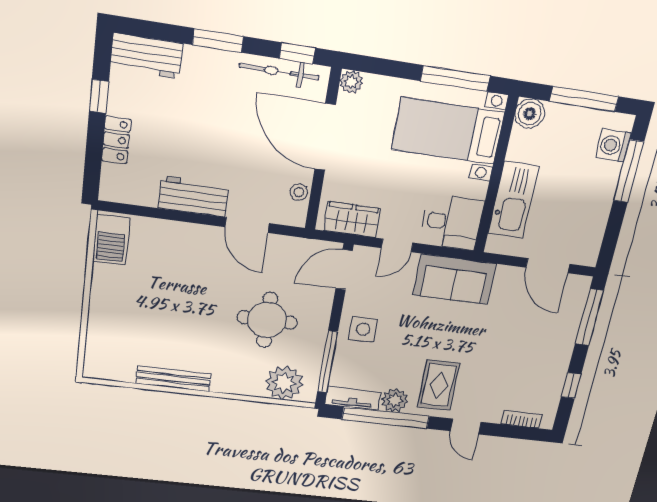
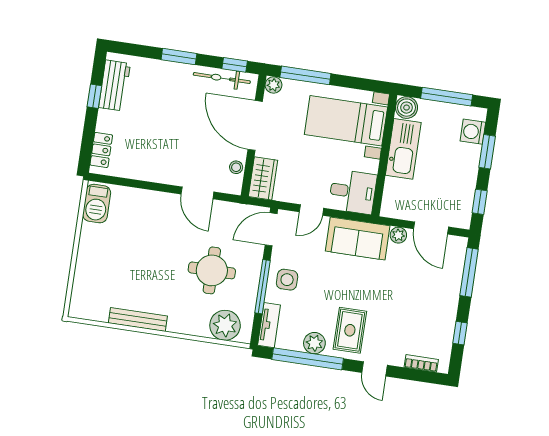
workbench: (147, 56) -> (114, 85), moved, turned -90
window: (455, 78) -> (305, 75), moved
locker: (116, 140) -> (101, 150), moved
window: (629, 171) -> (487, 152), width x0.69
workbench: (194, 197) -> (158, 170), removed
kitchen sink: (513, 200) -> (403, 149), moved
wardrobe: (352, 220) -> (263, 178), moved, turned 90
window: (612, 234) -> (480, 202), added
plant: (506, 275) -> (398, 235), added
window: (328, 362) -> (262, 287), moved
tv unit: (353, 398) -> (269, 325), moved, turned 90

